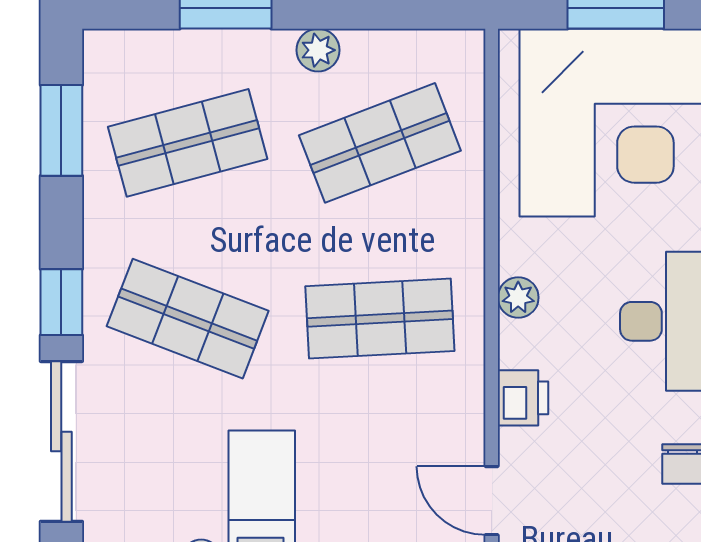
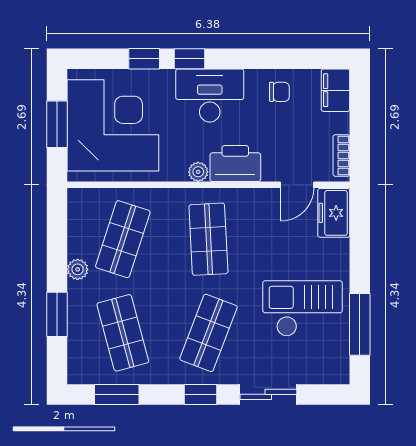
shop shelf: (380, 143) -> (123, 239), turned 39
printer: (523, 398) -> (235, 164), width x1.87, depth x1.48
sliding door: (61, 441) -> (268, 394), width x0.73

